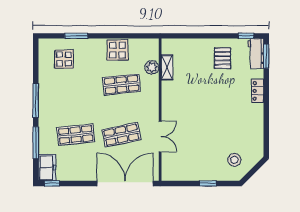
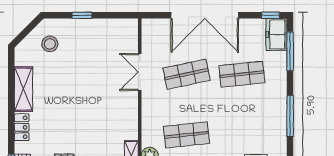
shelving: (256, 122) -> (23, 89), added
window: (36, 143) -> (290, 51), moved
double door: (125, 183) -> (205, 15), moved

